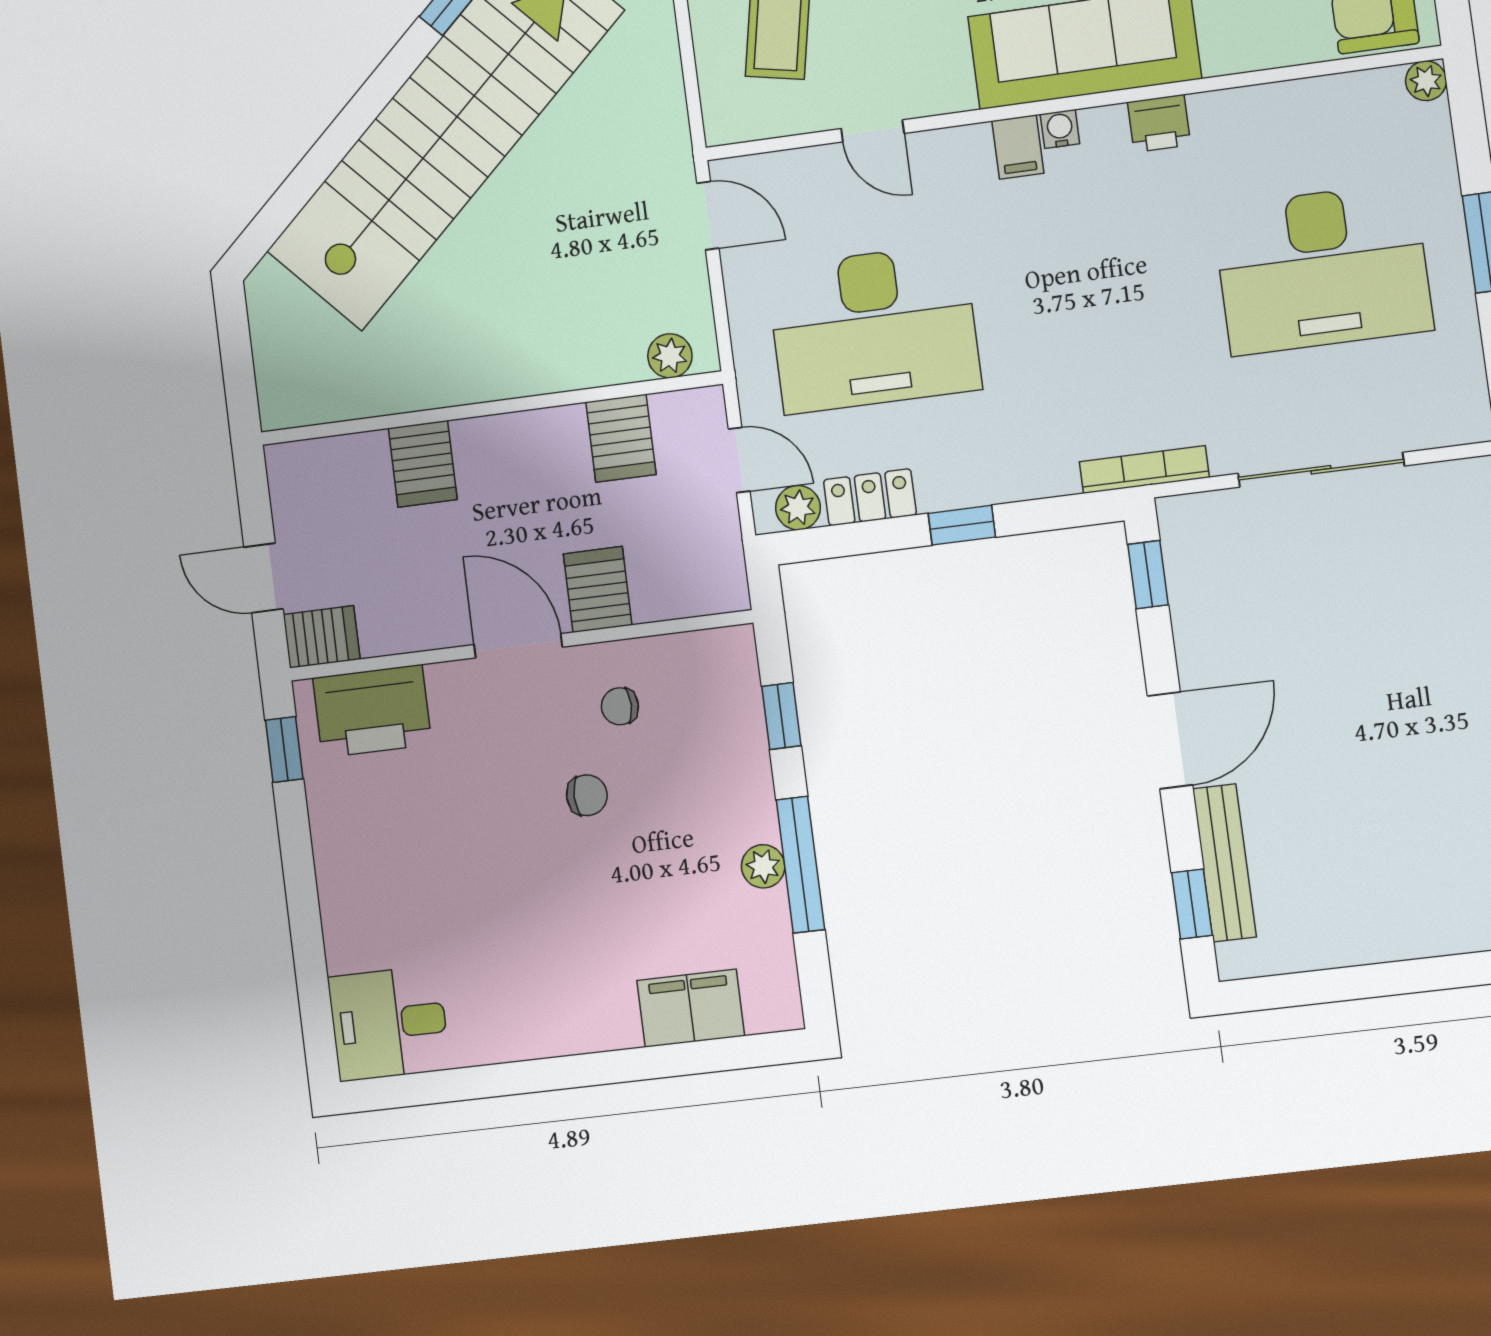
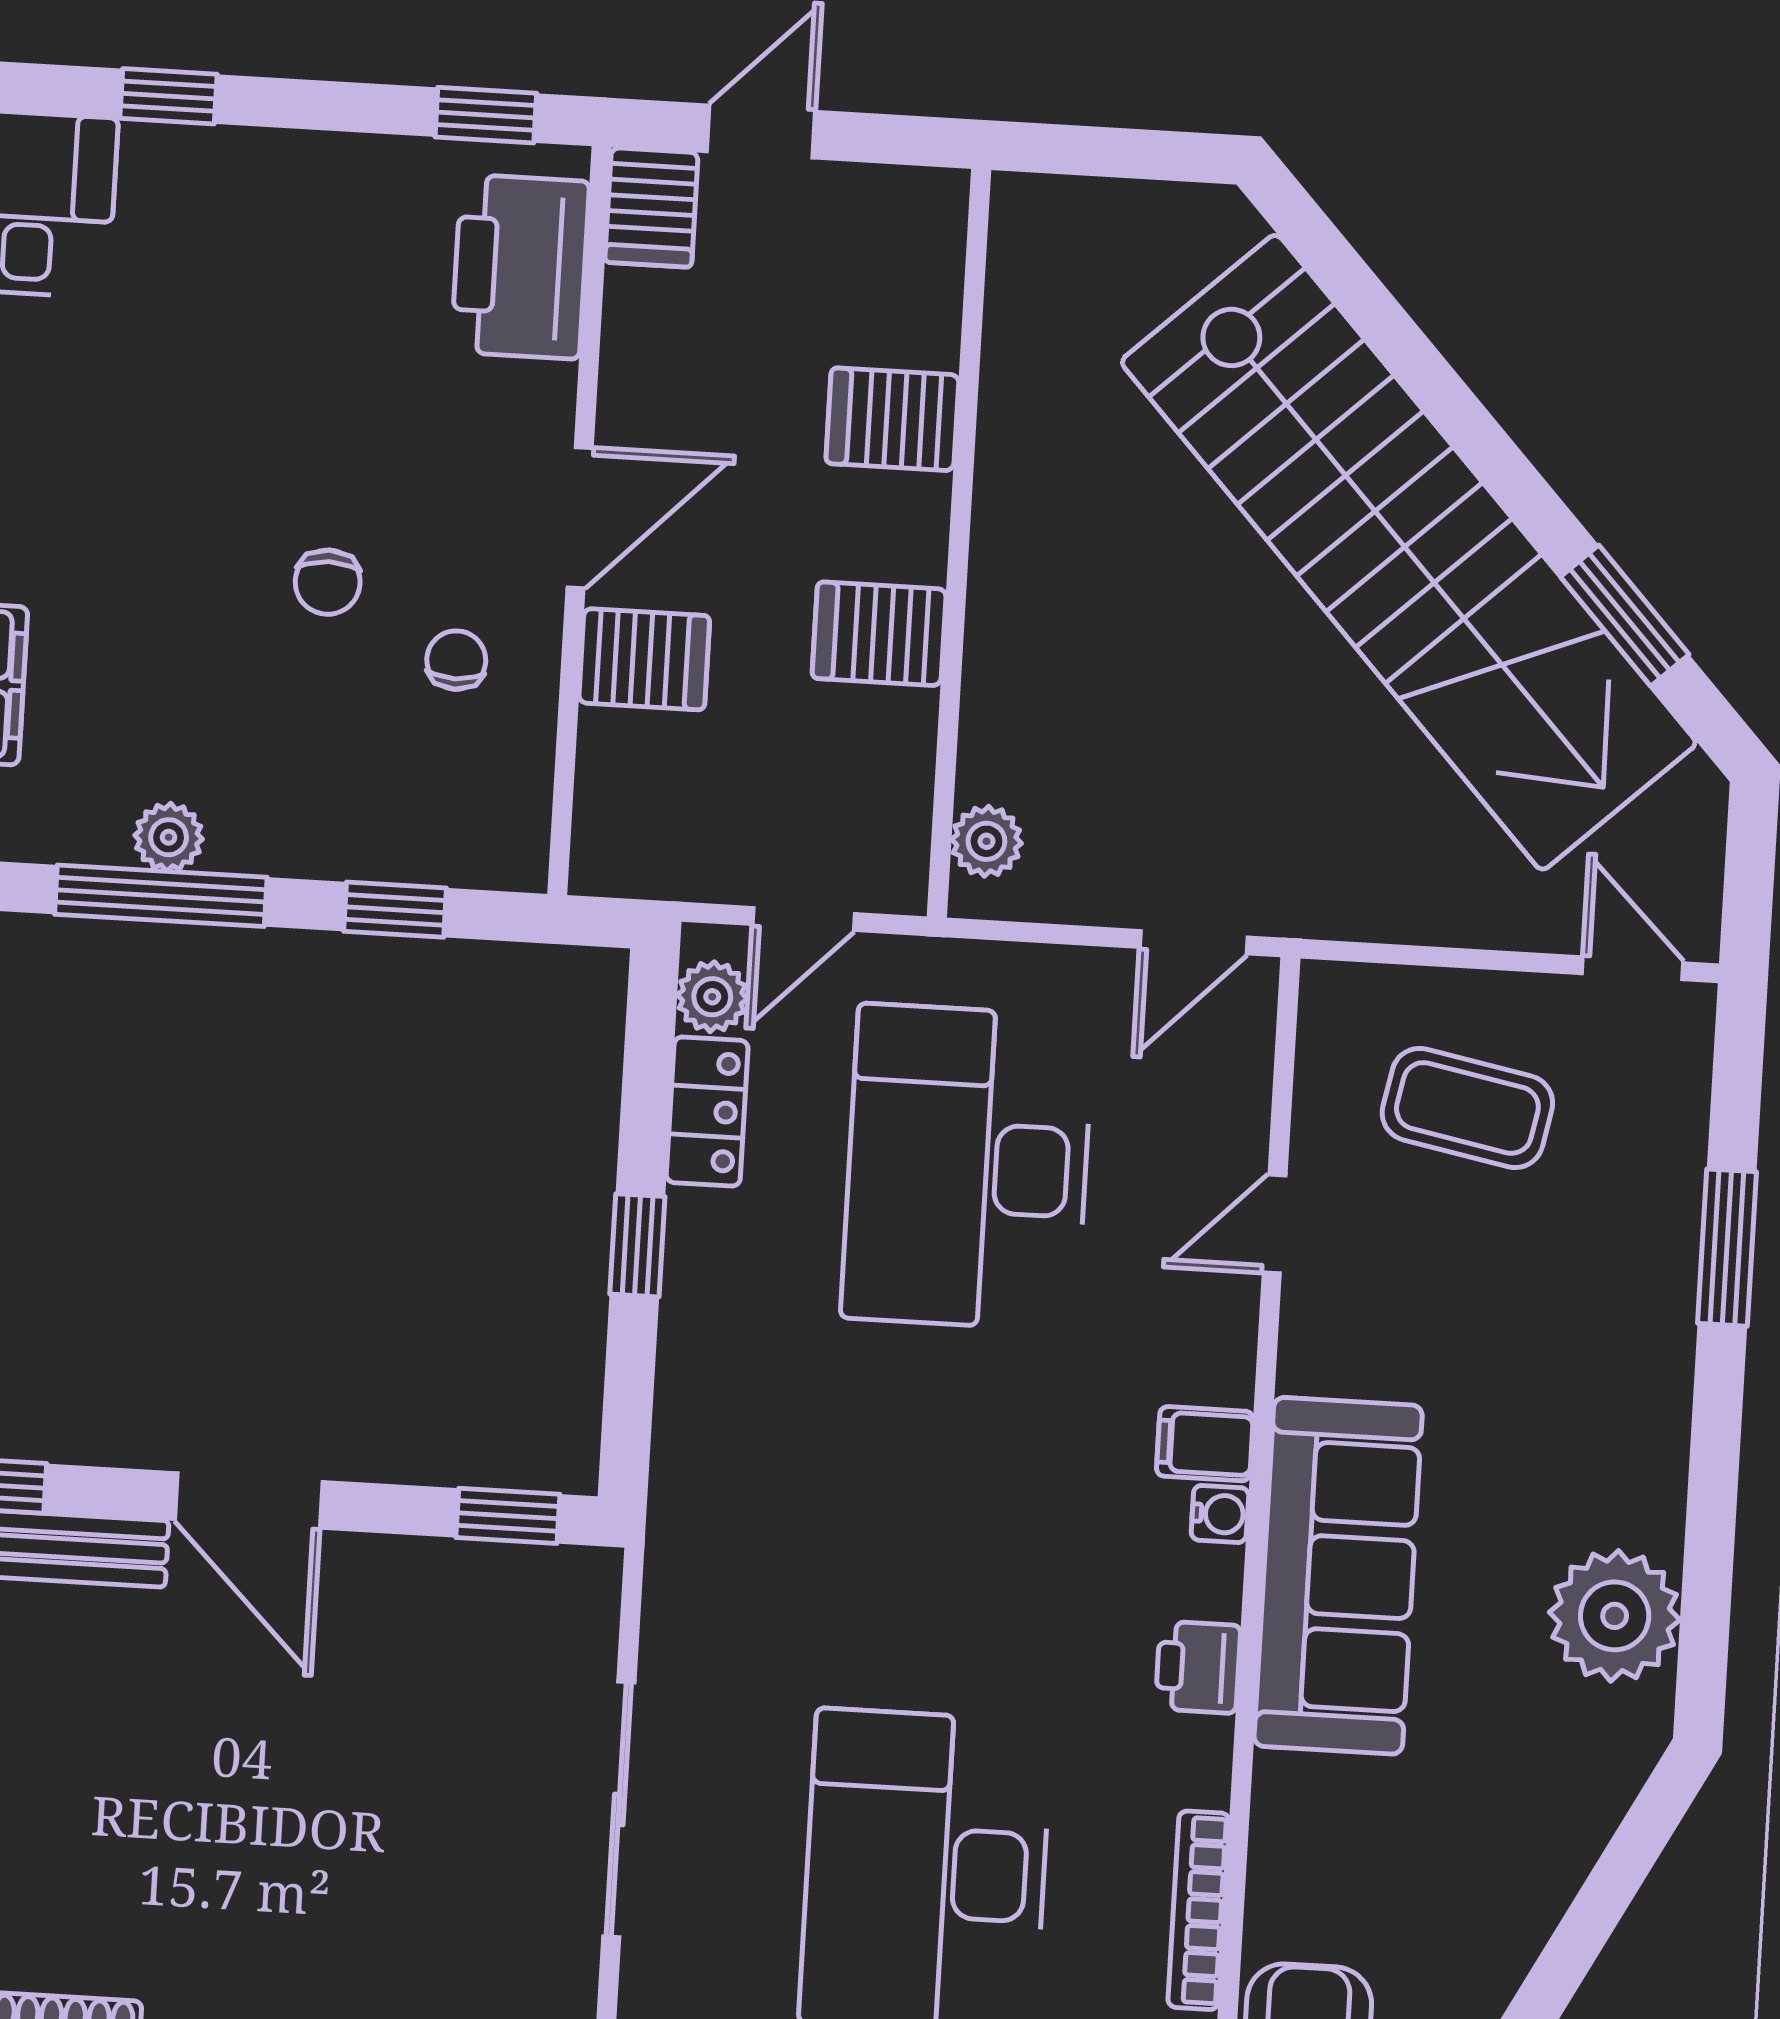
server rack: (621, 438) -> (879, 634), moved
bookcase: (1144, 470) -> (1199, 1910), moved, turned 180
window: (308, 948) -> (169, 96), added

